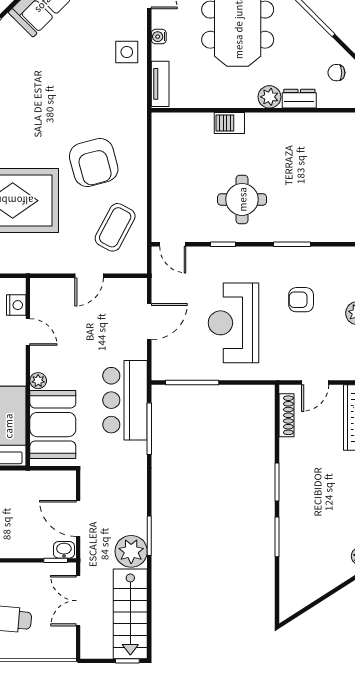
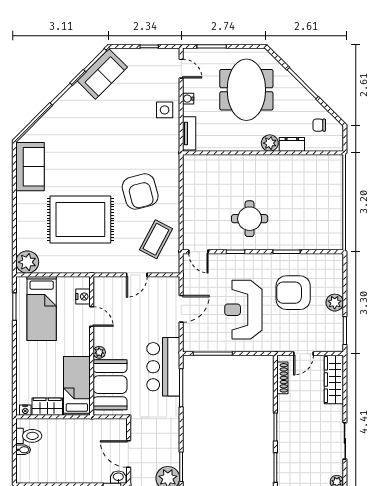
barbecue: (229, 123) -> (240, 162), removed
armchair: (301, 300) -> (293, 293), width x1.88, depth x1.88

